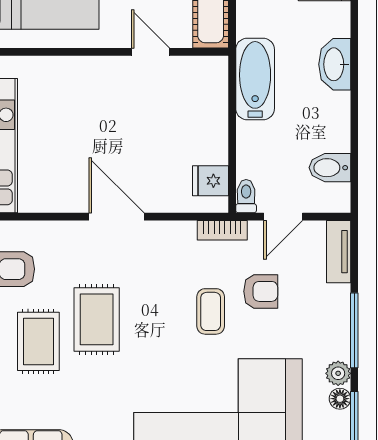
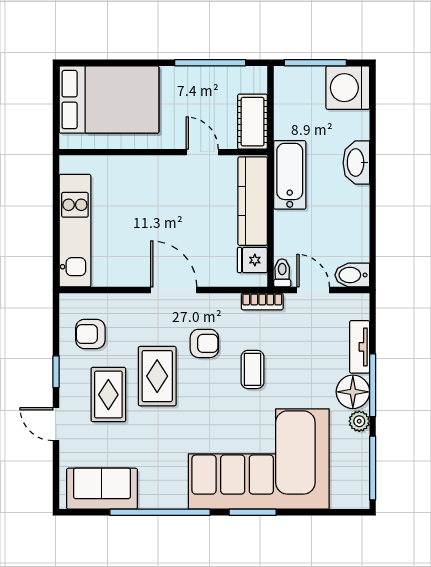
kitchen counter: (211, 110) -> (253, 201), added
bidet: (330, 168) -> (352, 275), moved
door: (283, 217) -> (313, 290), swing flipped
tv unit: (339, 252) -> (360, 347), moved
armchair: (261, 291) -> (204, 343), moved
floor lamp: (340, 399) -> (353, 392), moved, width x1.89, depth x1.89

